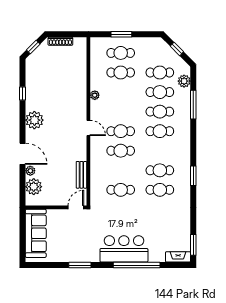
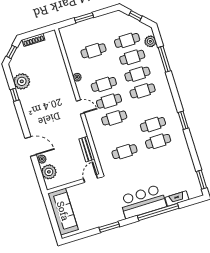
cafe table: (121, 53) -> (104, 84), moved
plant: (34, 120) -> (22, 81), moved
fireplace: (178, 257) -> (177, 199), moved

